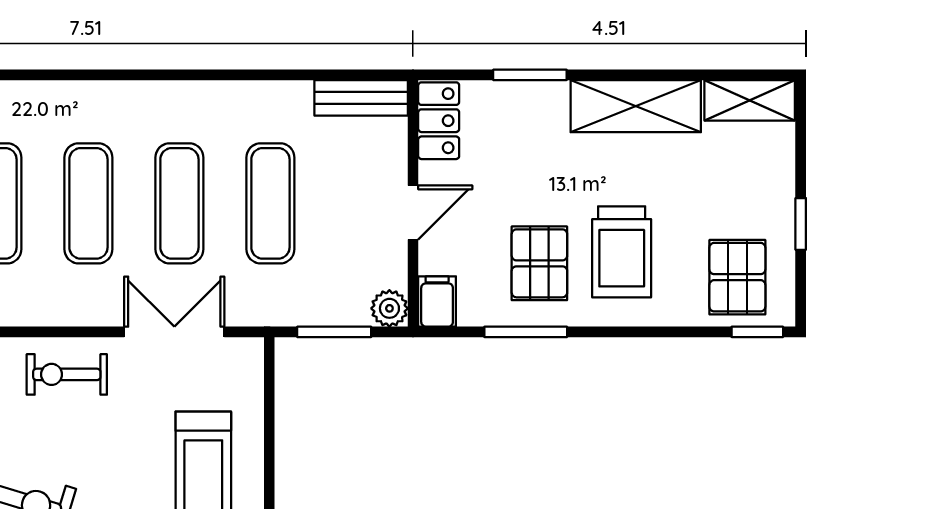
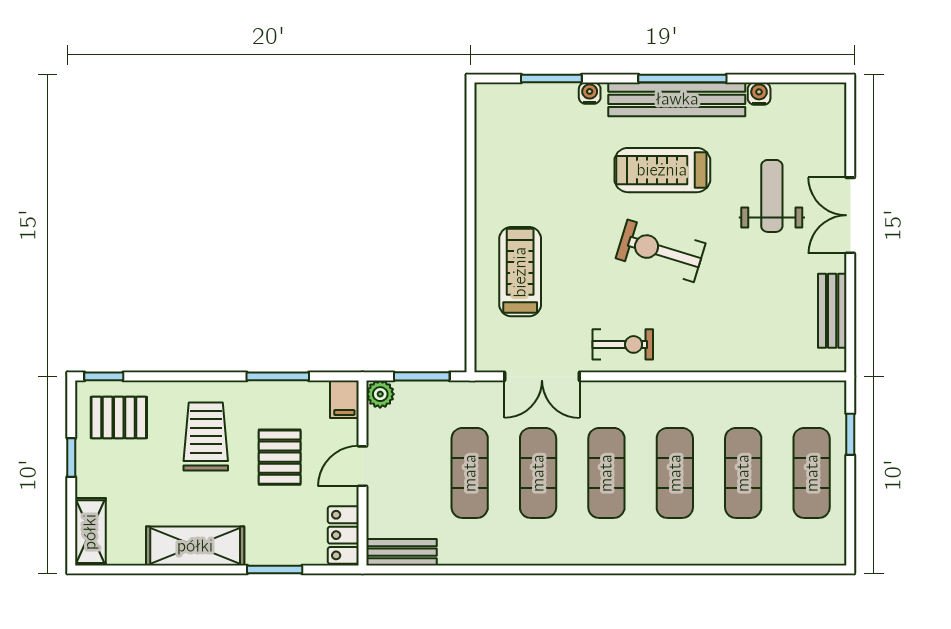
shelving: (750, 100) -> (90, 532), moved, turned 90
pallet: (539, 263) -> (280, 457), moved
pallet: (737, 277) -> (119, 418), turned 90

